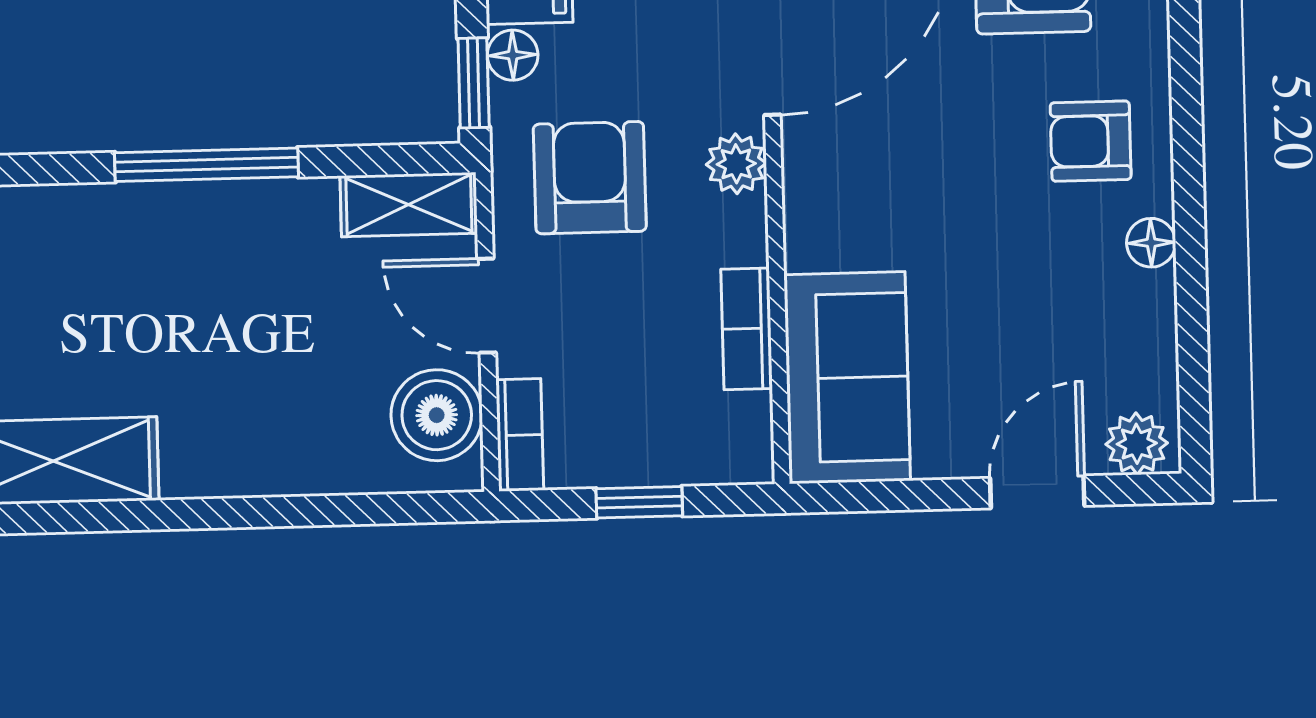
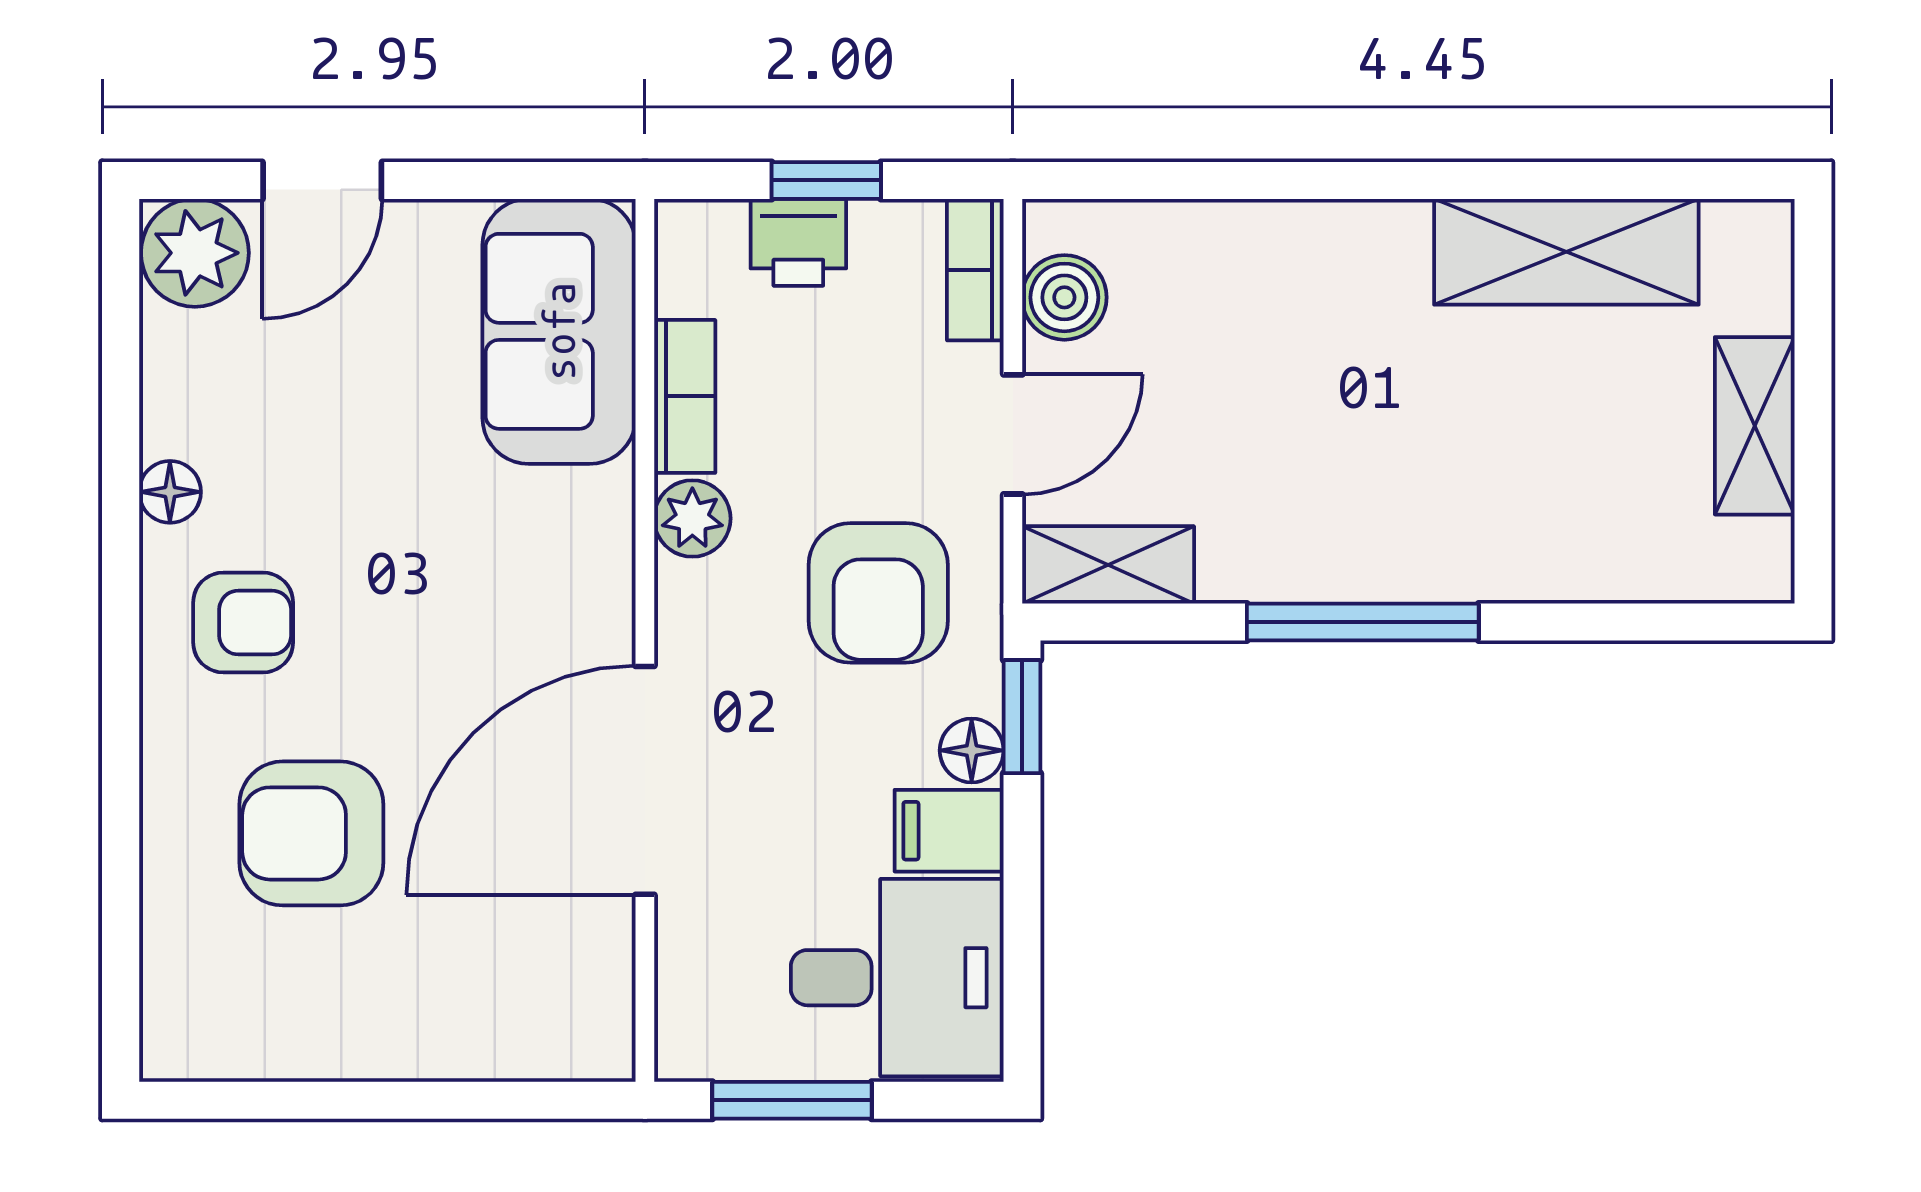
plant: (736, 164) -> (692, 518), moved
door: (487, 306) -> (1013, 434), hinge flipped
boiler: (437, 415) -> (1064, 297), width x0.73, depth x0.73
plant: (1137, 444) -> (195, 253), width x1.38, depth x1.38
printer: (660, 453) -> (798, 242), added

